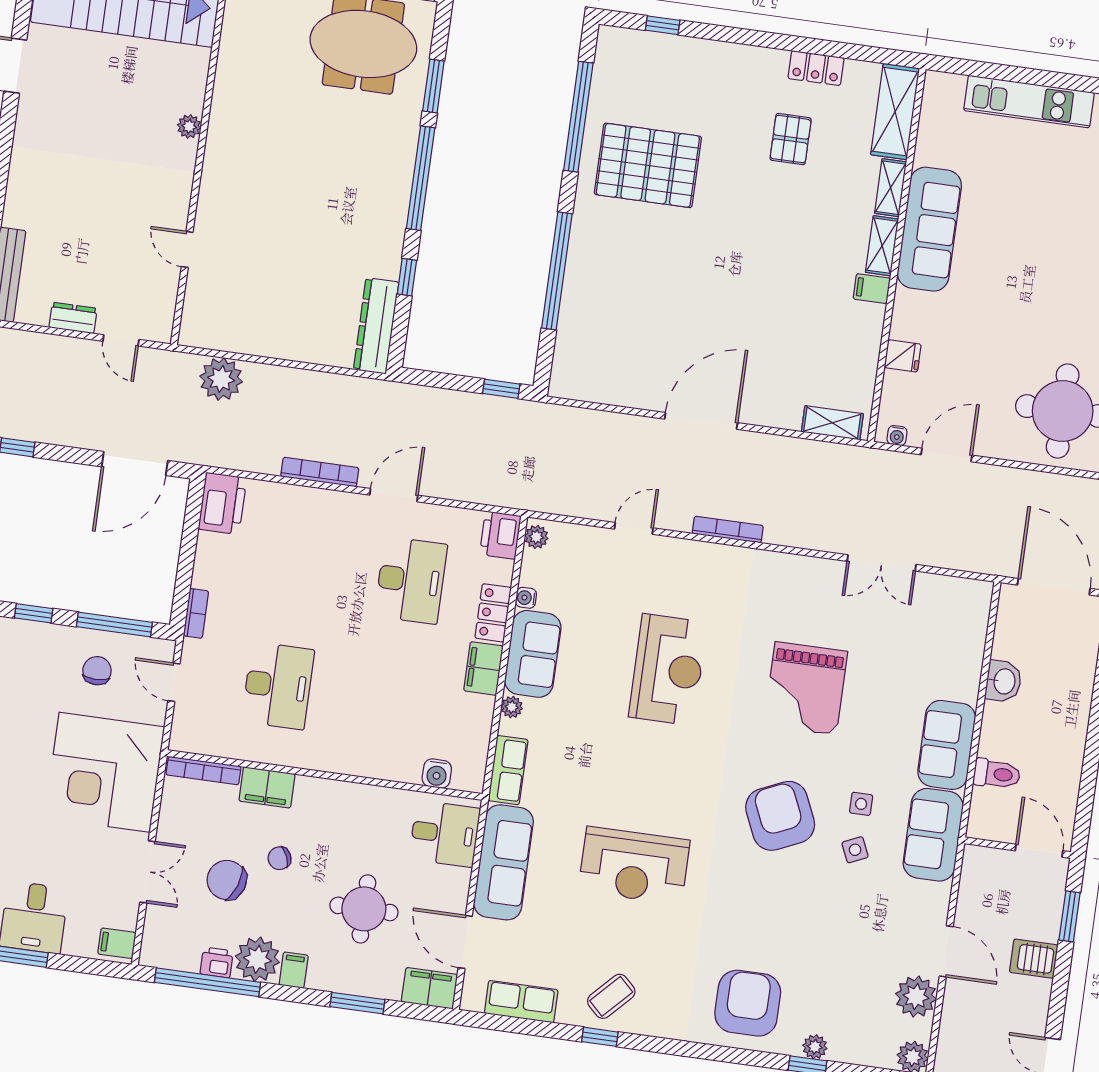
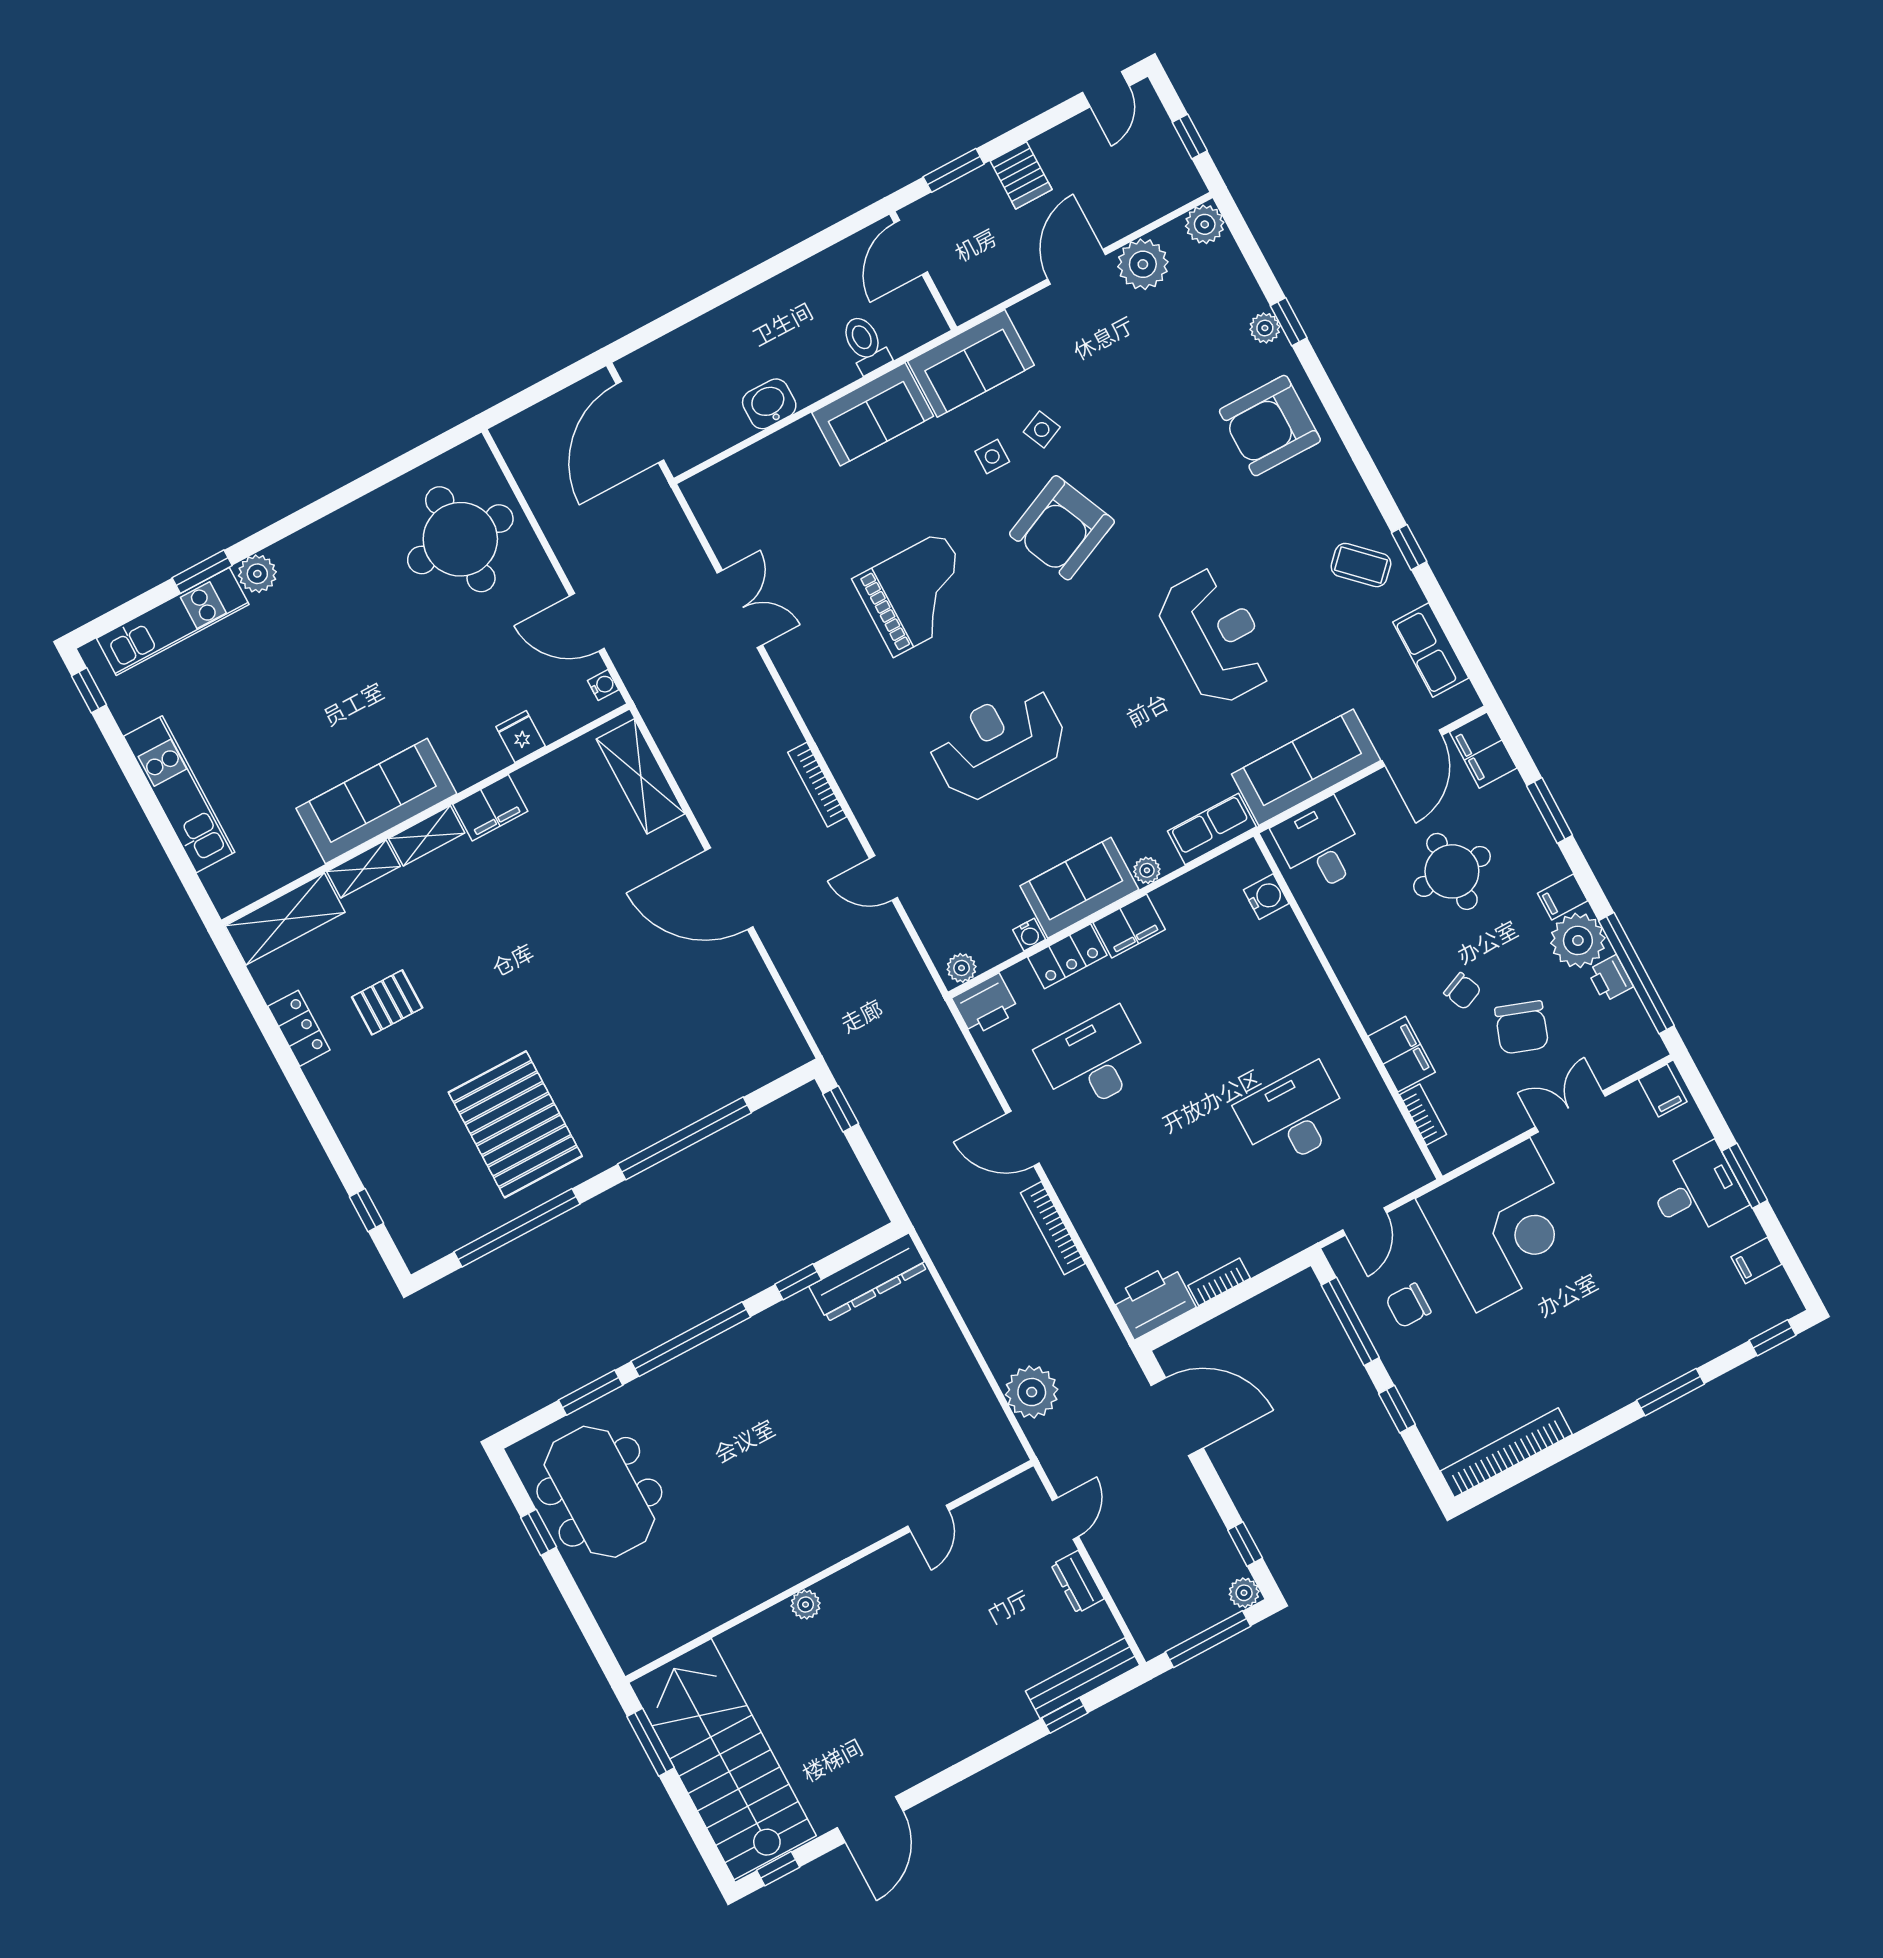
filing cabinet: (872, 289) -> (490, 808), width x2.00
shelving: (832, 423) -> (641, 776), width x1.50, depth x1.33
bookcase: (196, 613) -> (1219, 1282), moved
bookcase: (203, 771) -> (1423, 1115), width x0.64

